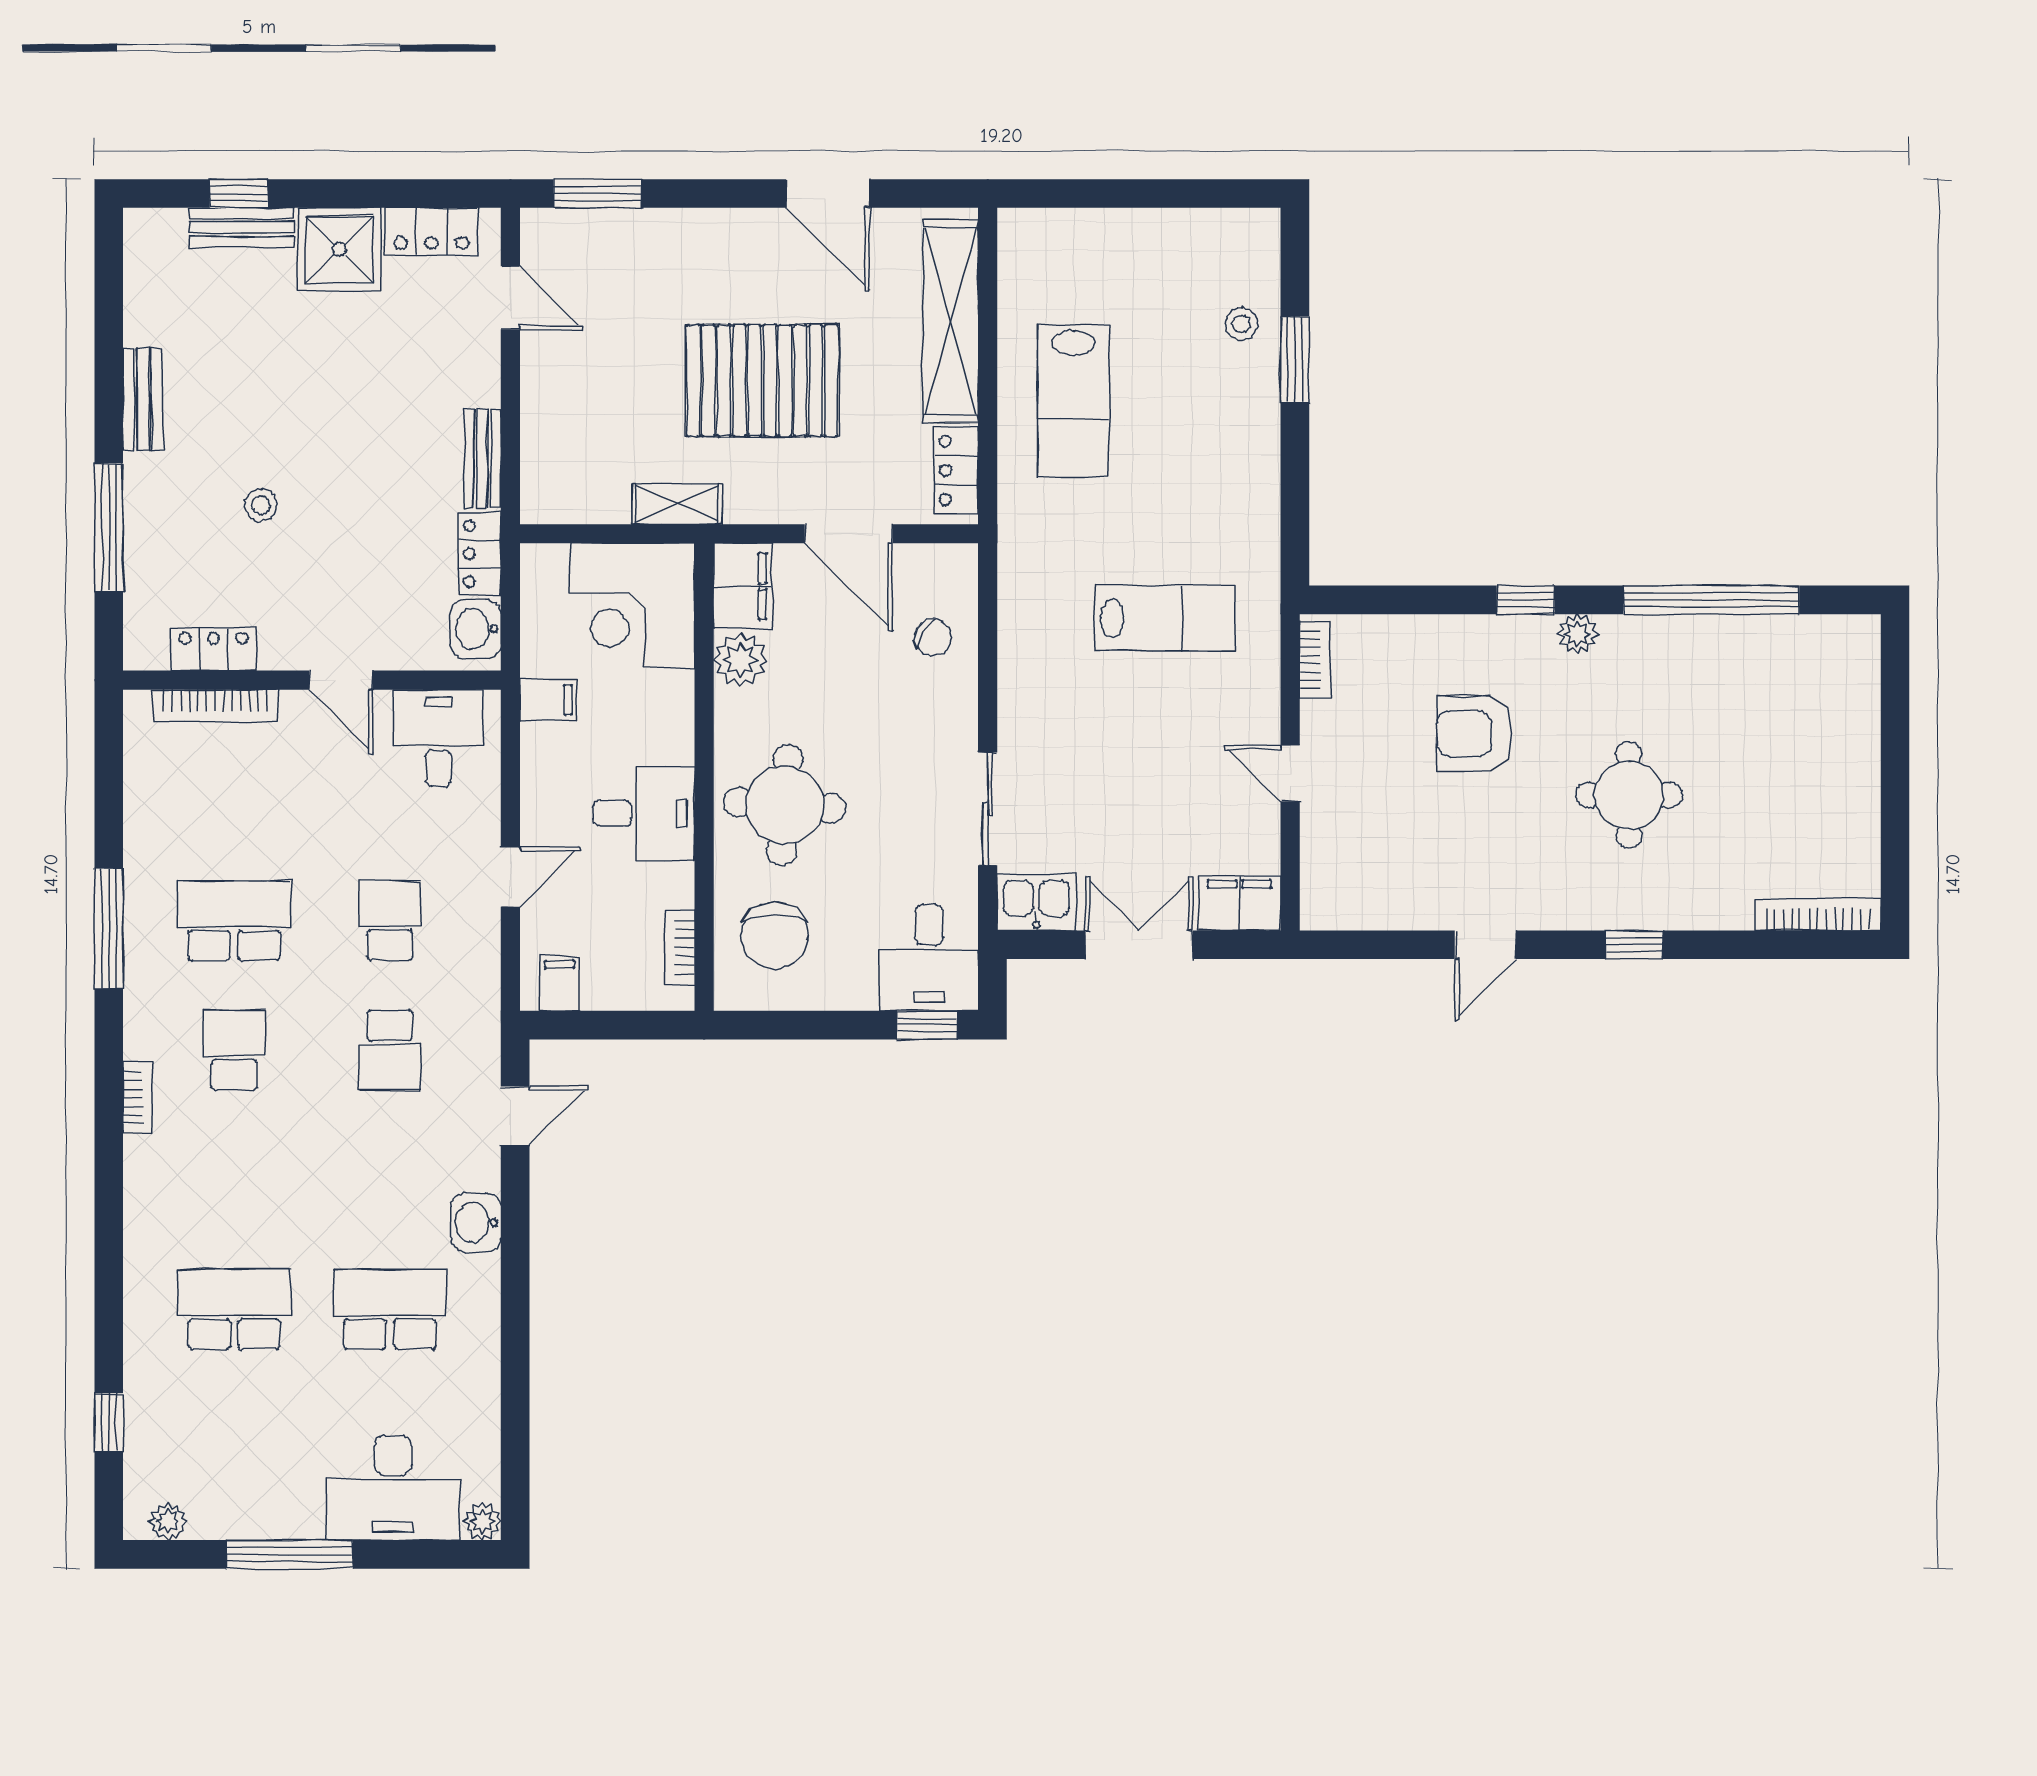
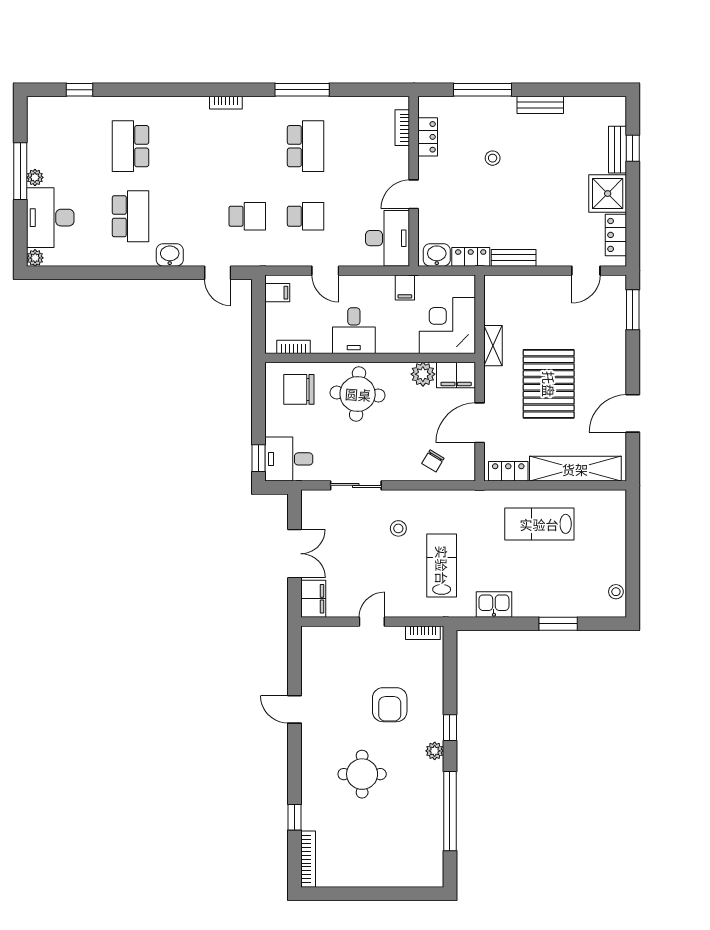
stool: (1241, 324) -> (616, 592), moved
lab bench: (1166, 618) -> (442, 565), turned 180
bookcase: (215, 706) -> (402, 128), width x0.64
stool: (1083, 714) -> (398, 528), added
armchair: (1475, 734) -> (390, 705), turned 180
desk: (438, 738) -> (388, 238), width x1.37
kitchen sink: (1036, 902) -> (494, 605), moved, turned -90
window: (1634, 945) -> (295, 817), moved
school desk: (234, 1050) -> (247, 146), removed
school desk: (390, 1050) -> (247, 216), turned 180
school desk: (234, 1309) -> (130, 146), turned 180
plant: (168, 1522) -> (35, 177), moved

